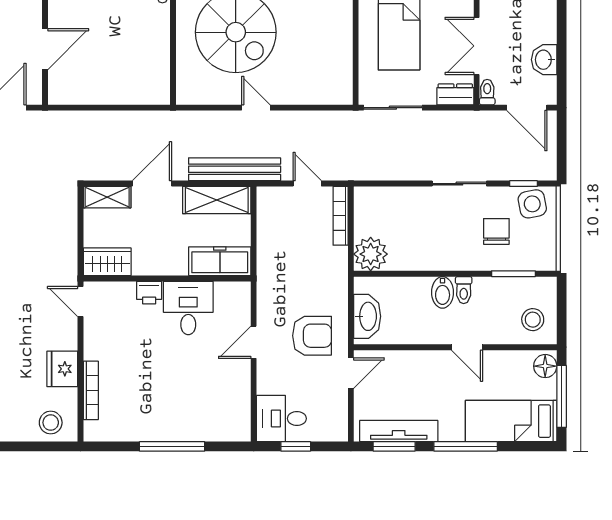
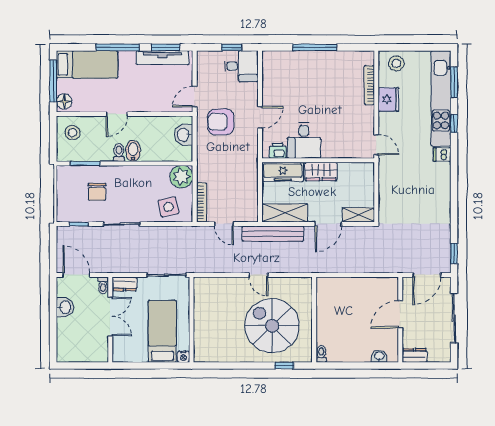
side table: (532, 204) -> (168, 207), moved
wardrobe: (107, 262) -> (321, 171), moved
printer: (149, 293) -> (278, 151), moved
washbasin: (367, 316) -> (184, 135), width x0.72
door: (467, 347) -> (117, 114), swing flipped

